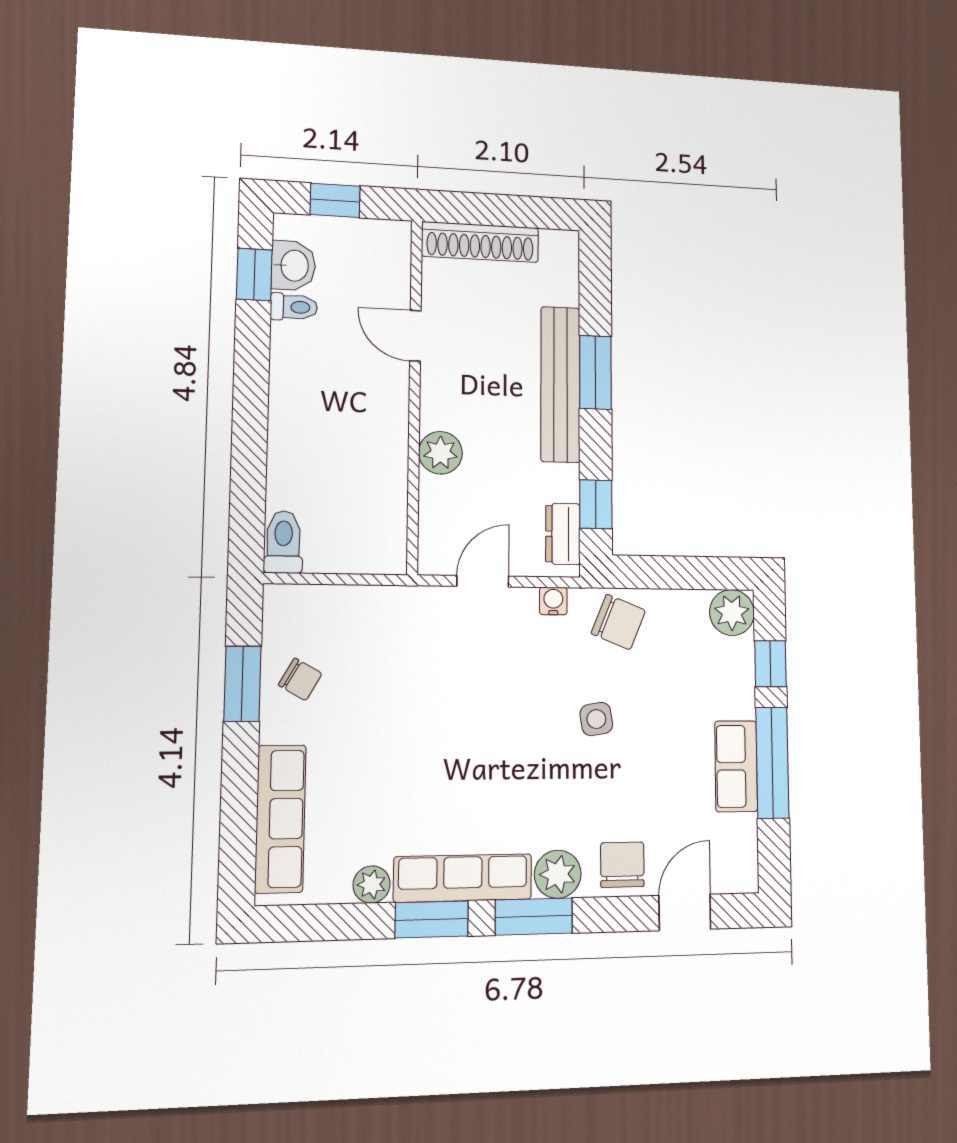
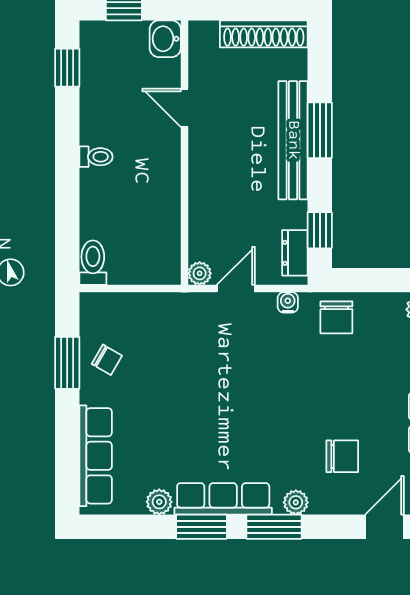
shoe rack: (480, 242) -> (264, 34), moved
washbasin: (293, 266) -> (165, 39), moved, turned 180
toilet: (294, 307) -> (96, 157), moved
plant: (440, 453) -> (200, 273), moved, width x0.73, depth x0.73
chair: (618, 622) -> (336, 317), turned 68
side table: (596, 719) -> (320, 388), removed
chair: (622, 865) -> (342, 456), moved, turned 90
plant: (558, 874) -> (296, 502), width x0.73, depth x0.73

